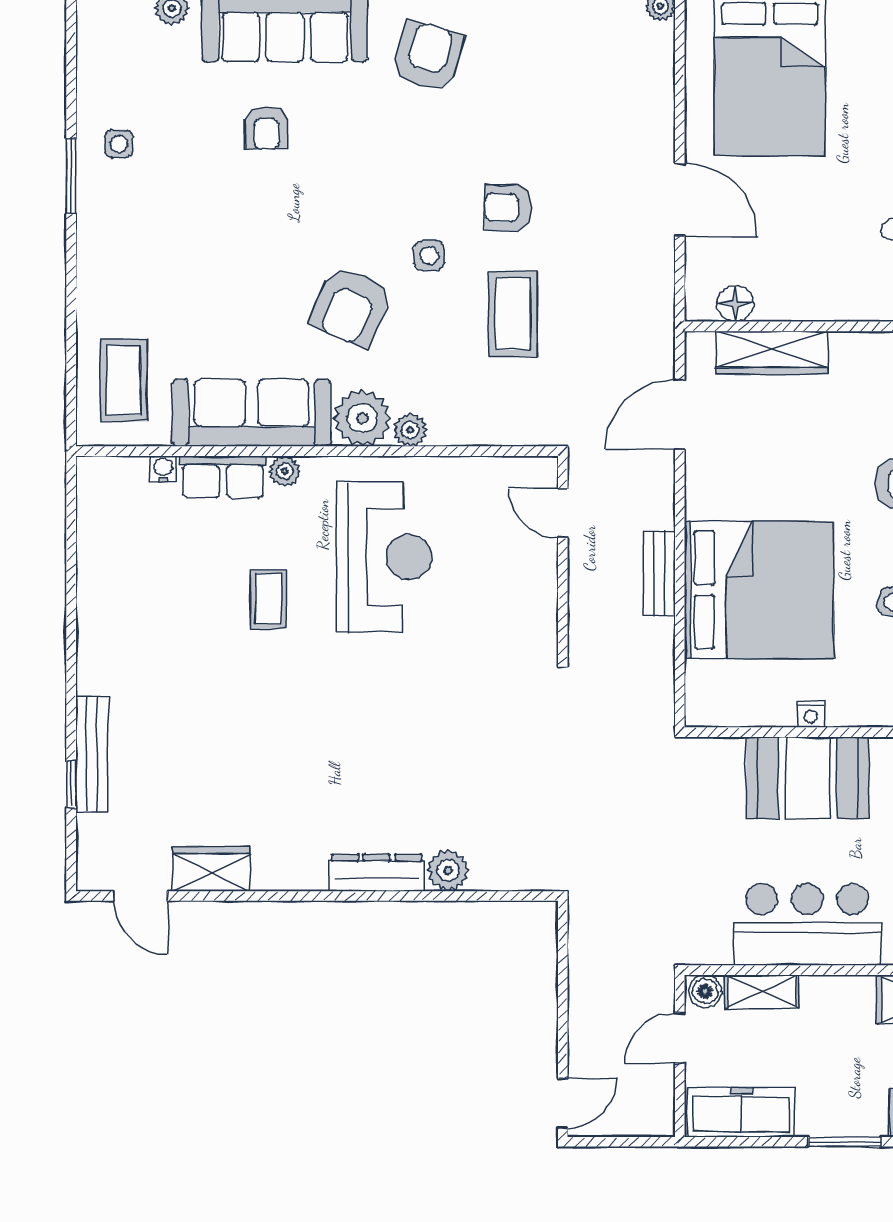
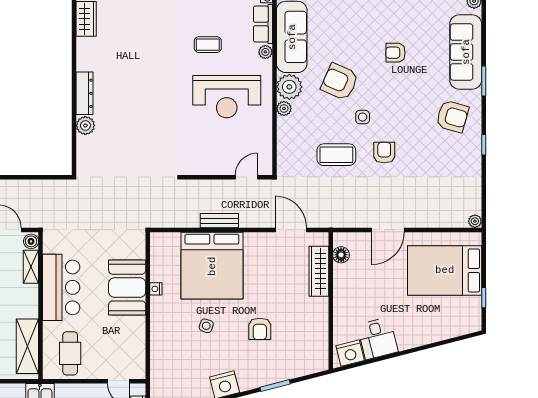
armchair: (267, 128) -> (395, 53), moved

